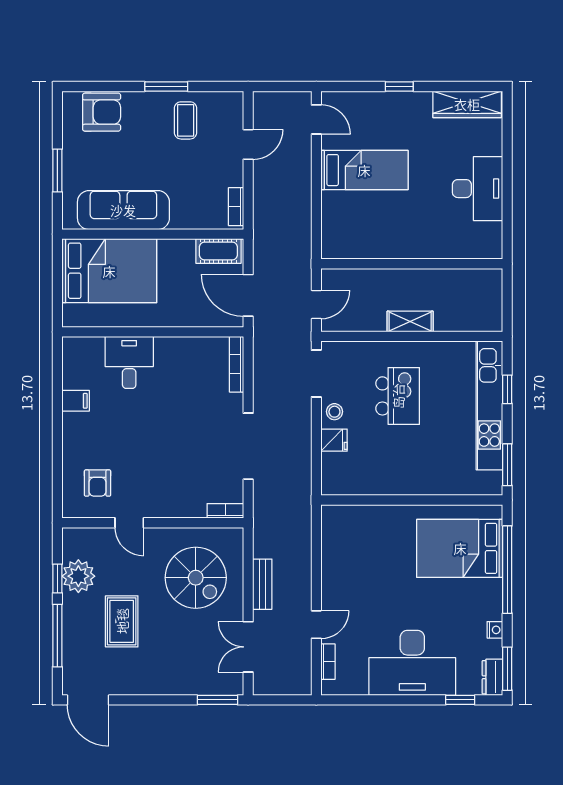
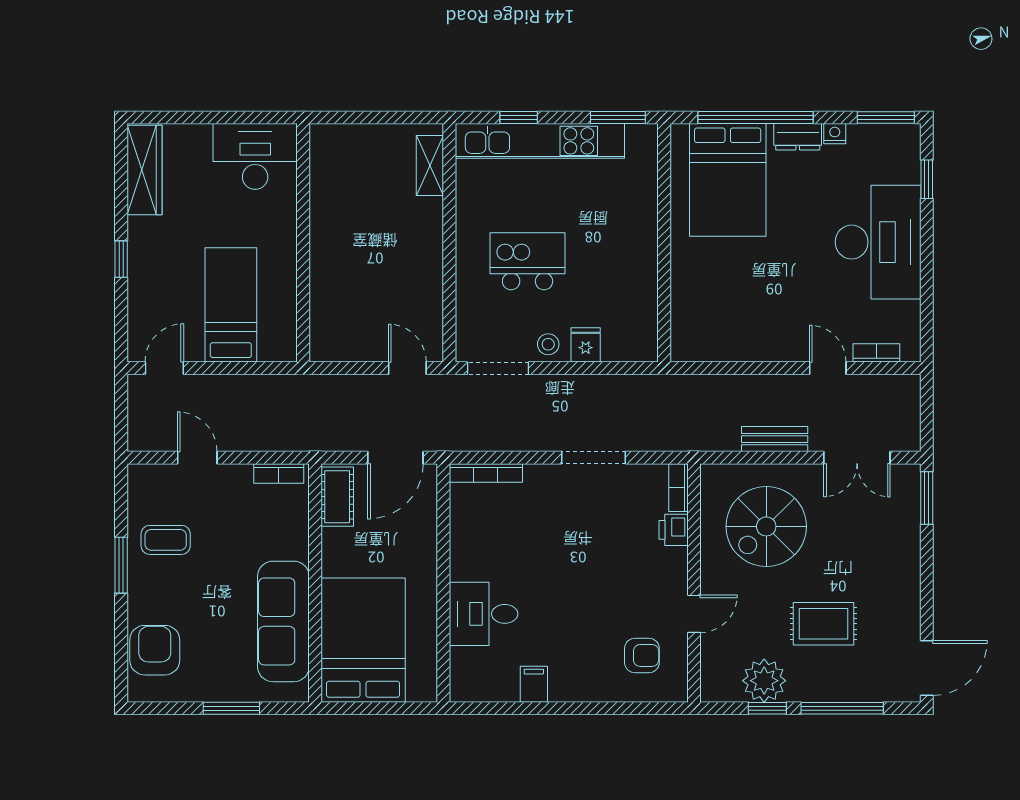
wall: (412, 264) -> (303, 243), moved
shelving: (410, 322) -> (430, 165), moved
doorway: (248, 446) -> (593, 458), width x0.73
printer: (193, 507) -> (674, 530), added
spiral stairs: (196, 578) -> (766, 526), turned 180
dresser: (492, 677) -> (798, 137), moved

